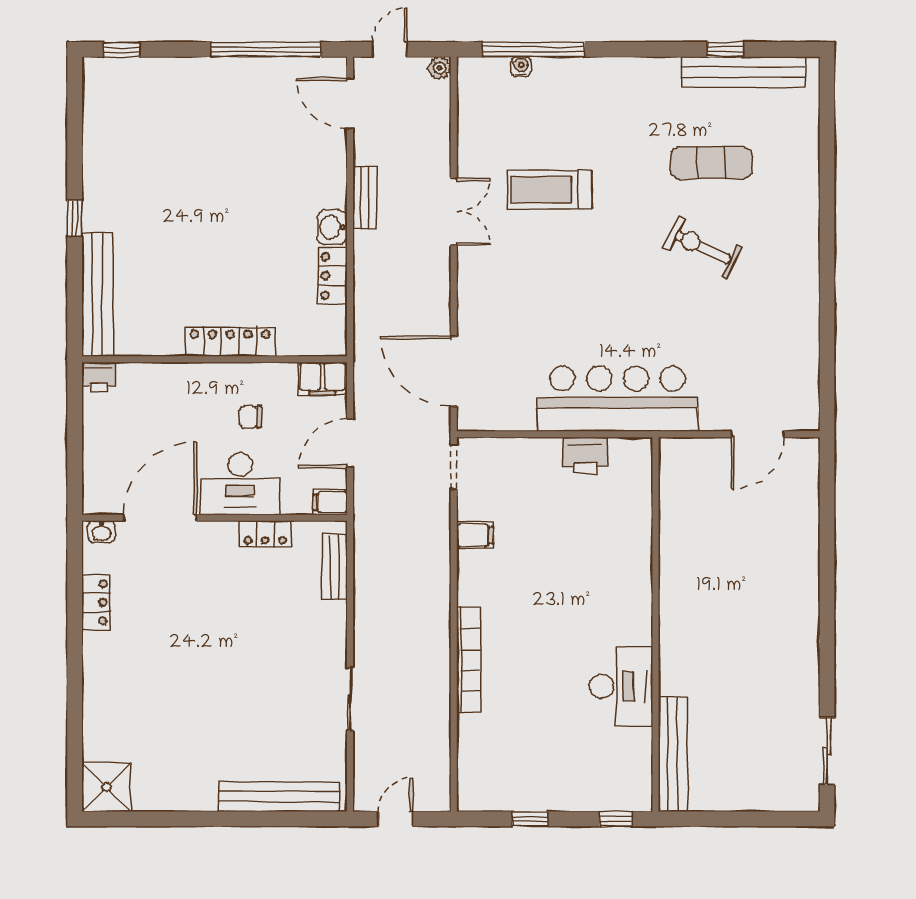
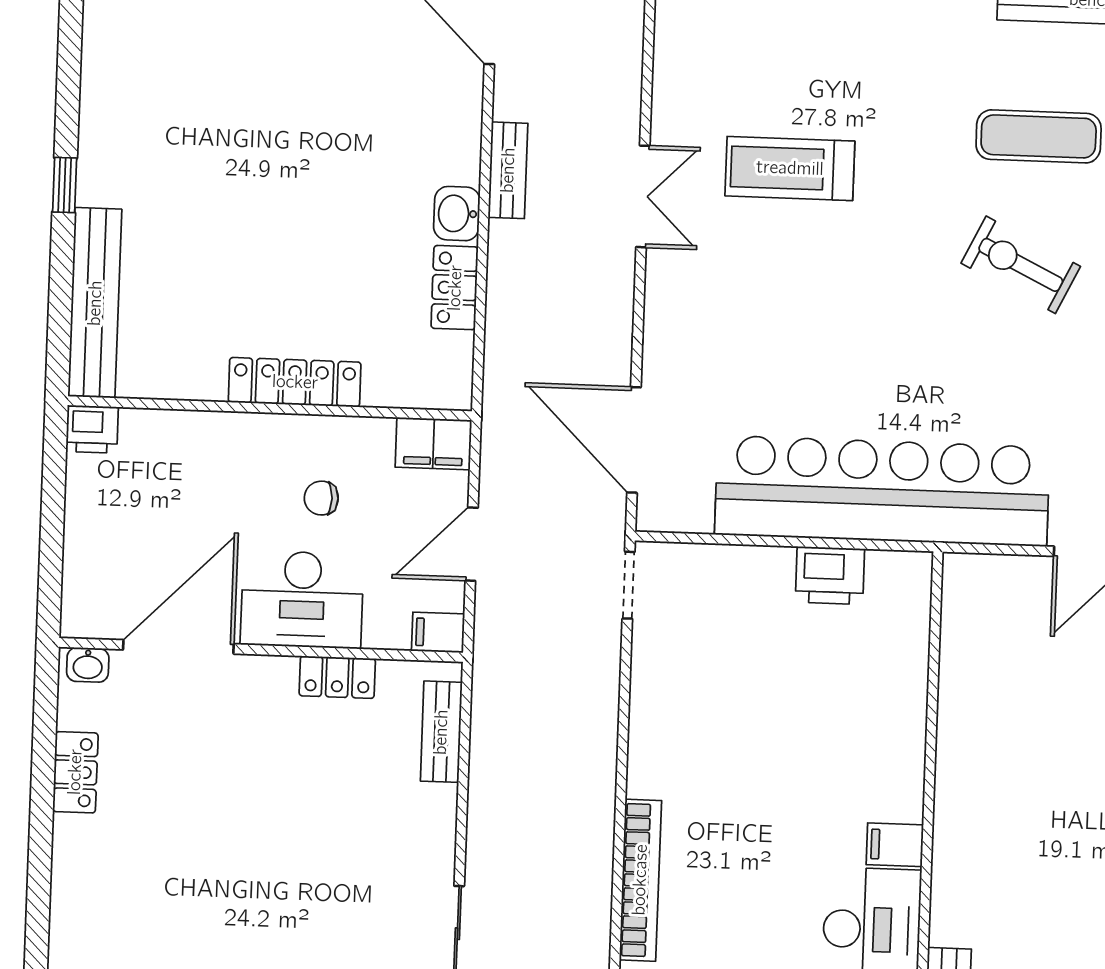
bar counter: (618, 399) -> (882, 491), width x1.36
filing cabinet: (475, 535) -> (895, 845), moved, turned 180

